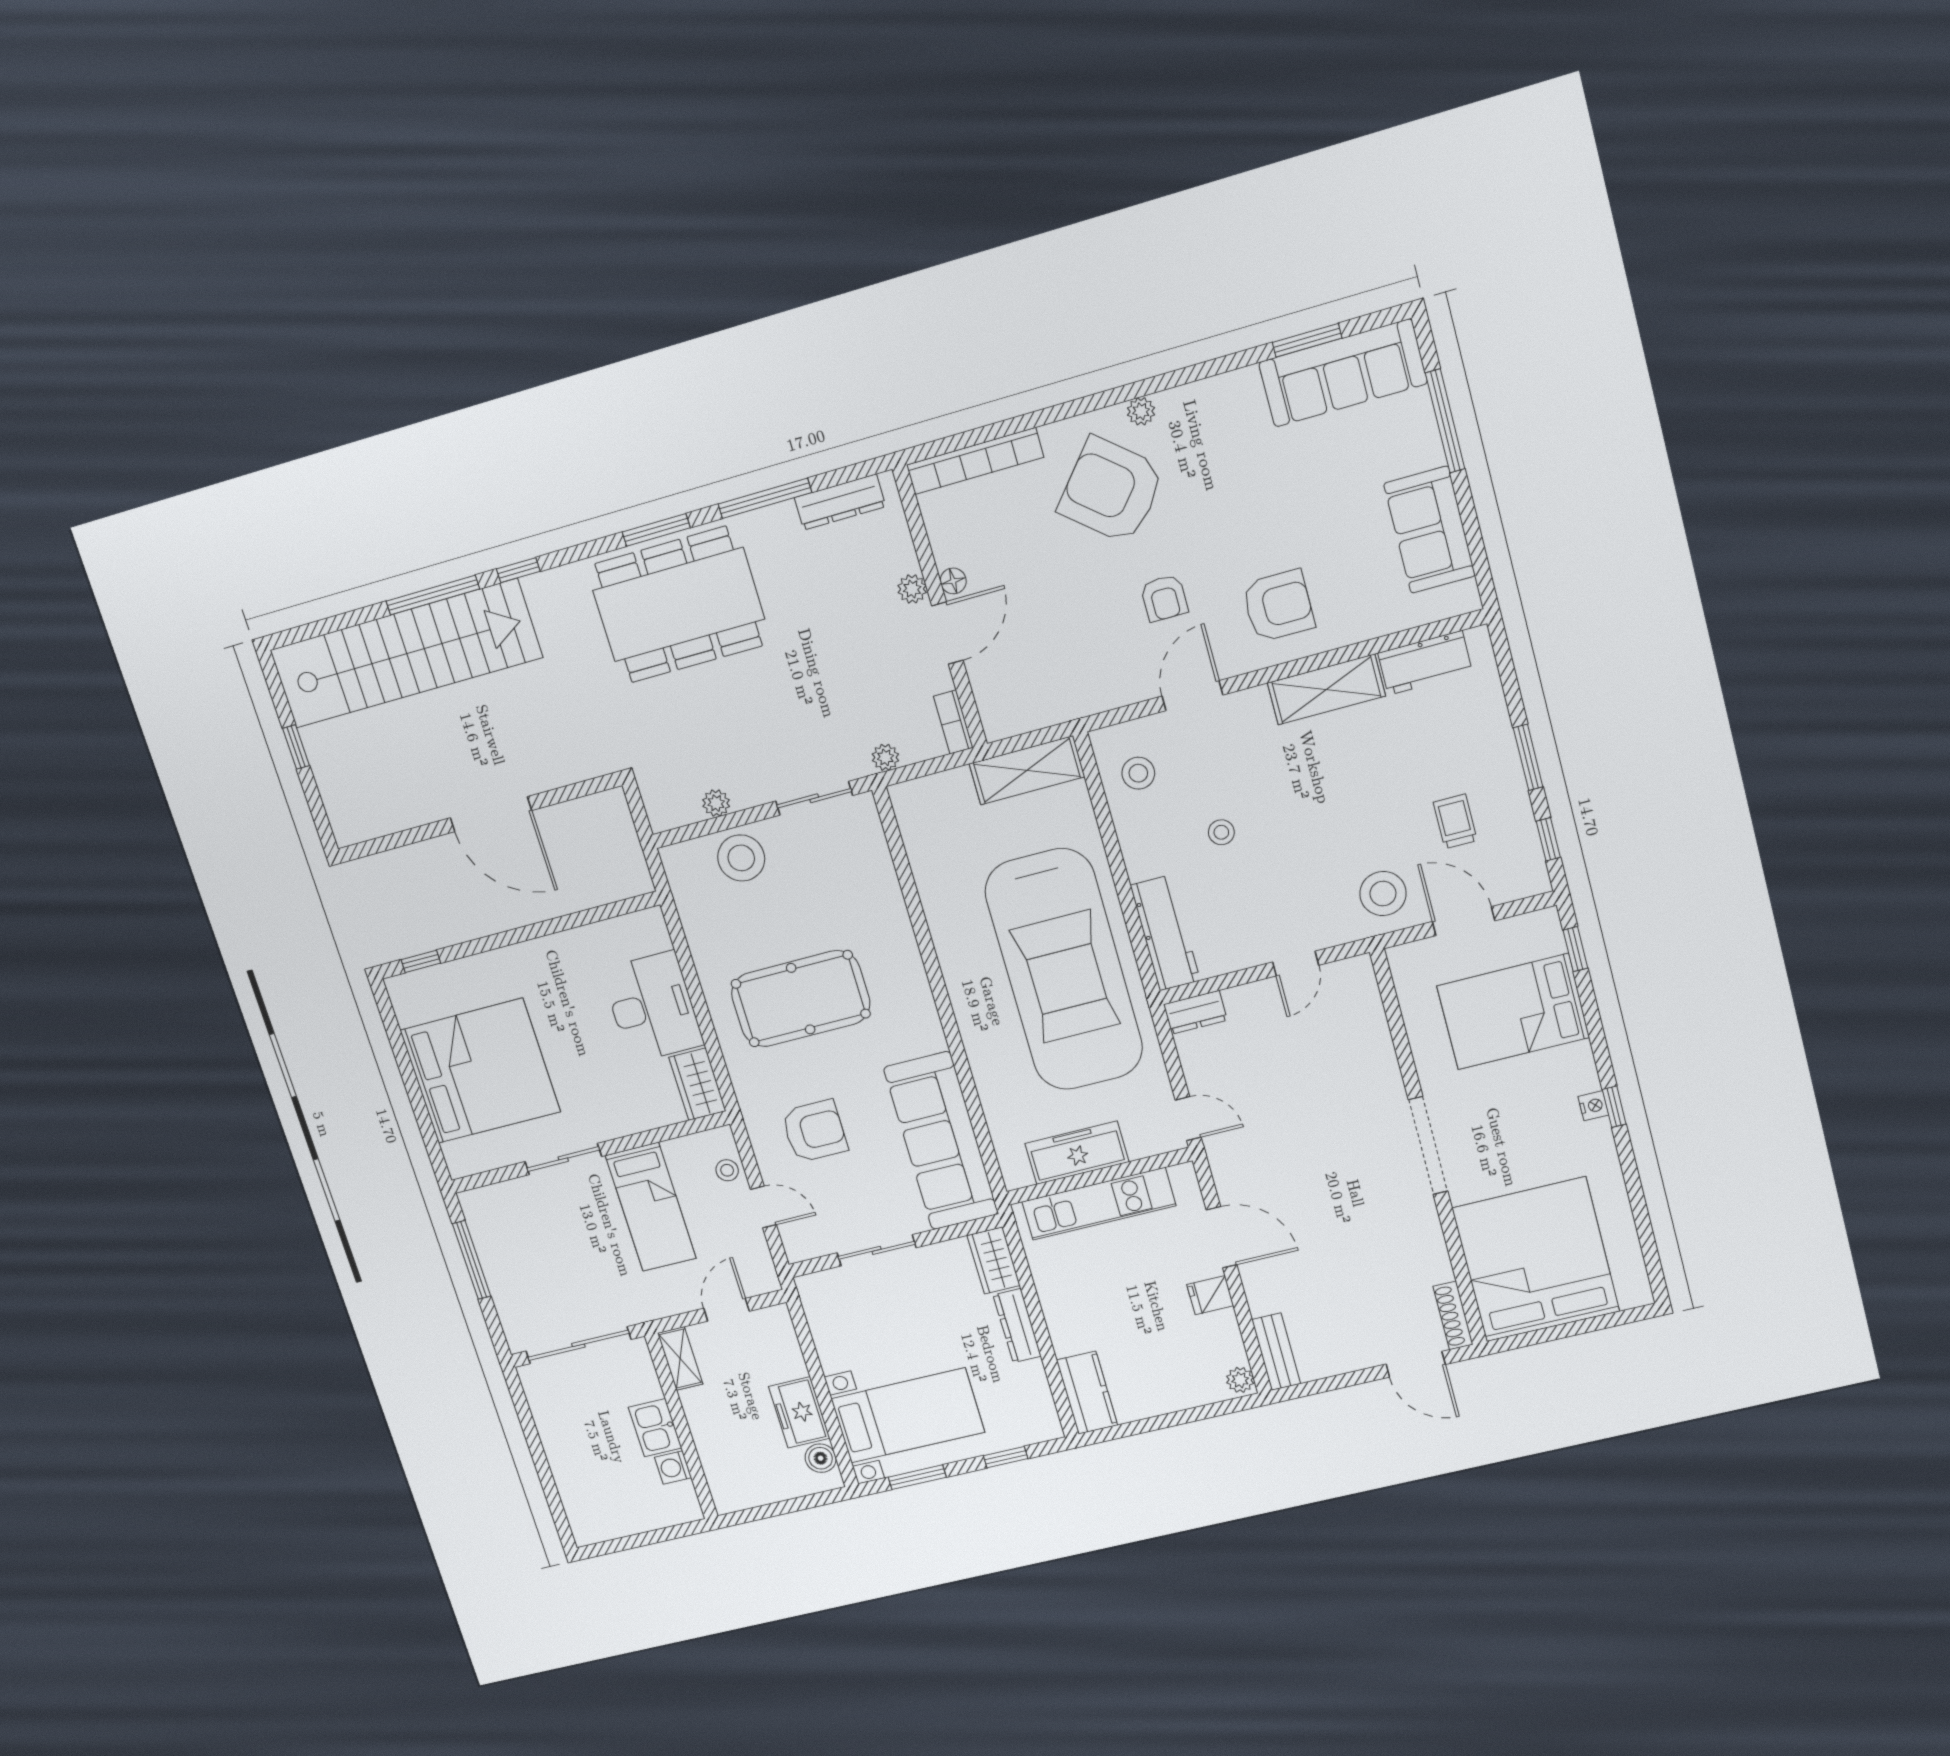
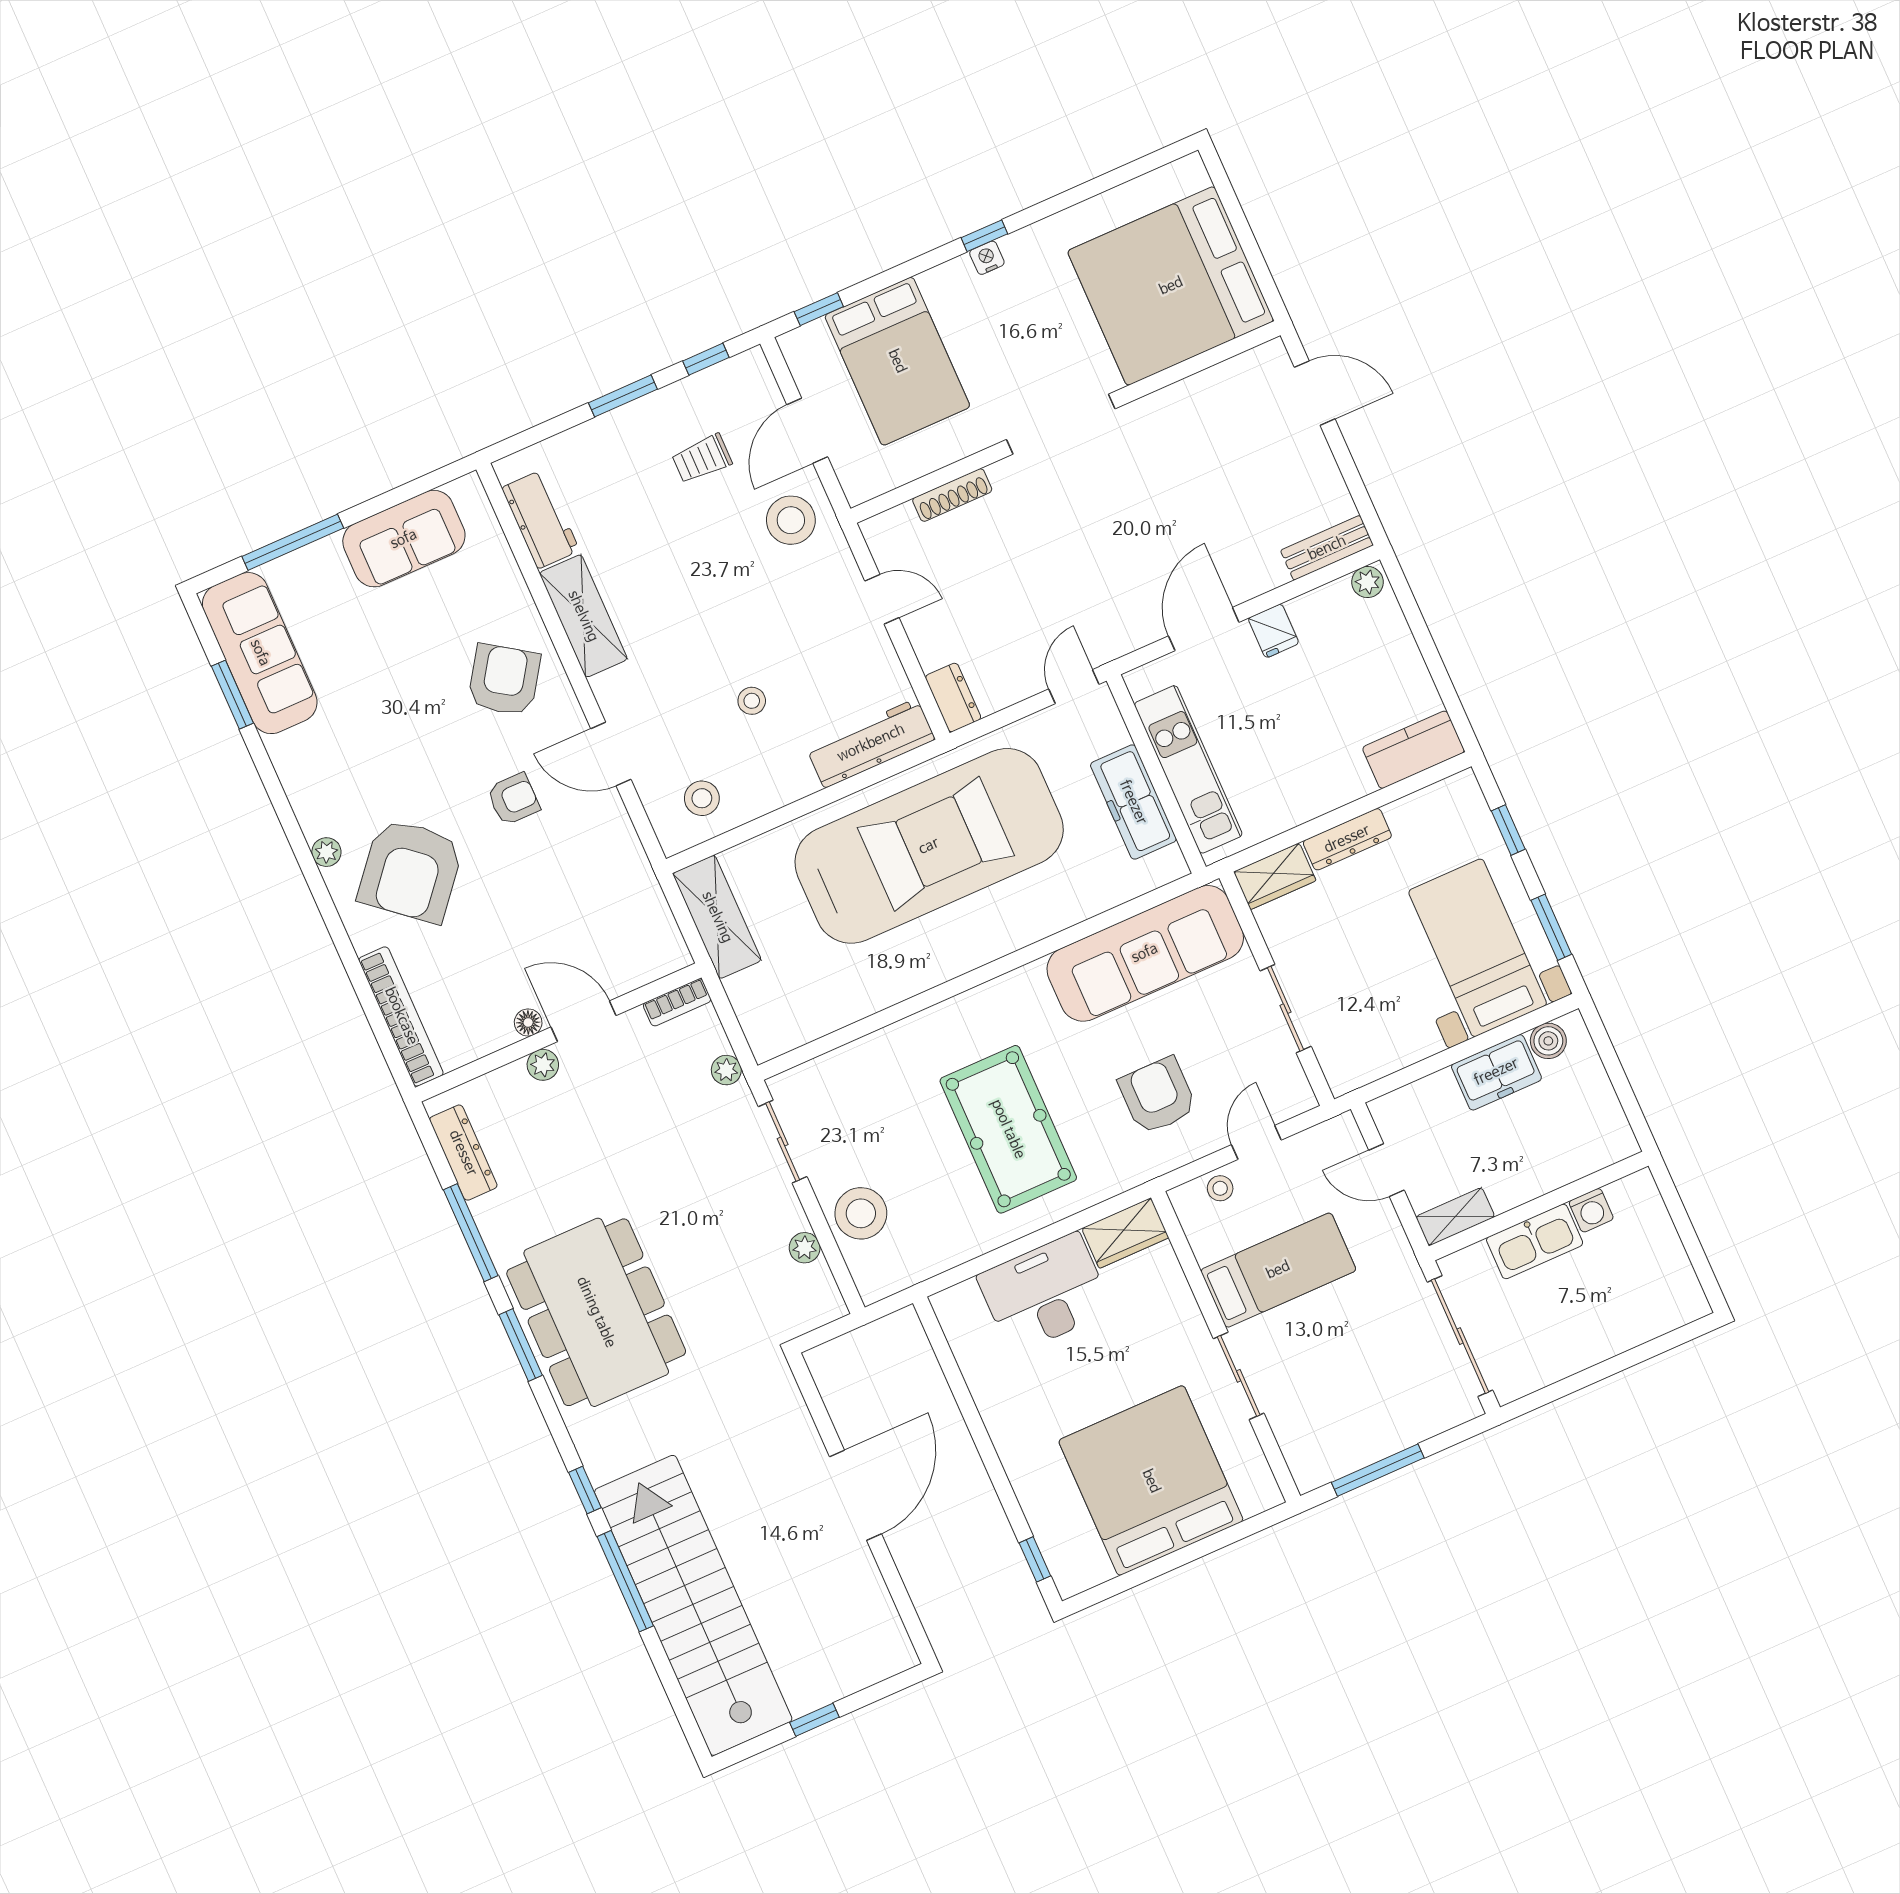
armchair: (1278, 606) -> (504, 680), turned 34
shoe rack: (1453, 1315) -> (952, 495), moved
door: (1416, 1364) -> (1315, 393), hinge flipped
kitchen sink: (655, 1428) -> (1535, 1241), width x1.38

